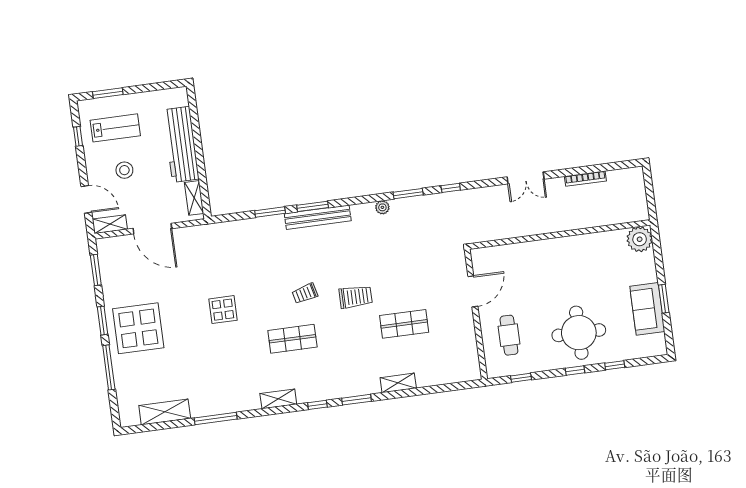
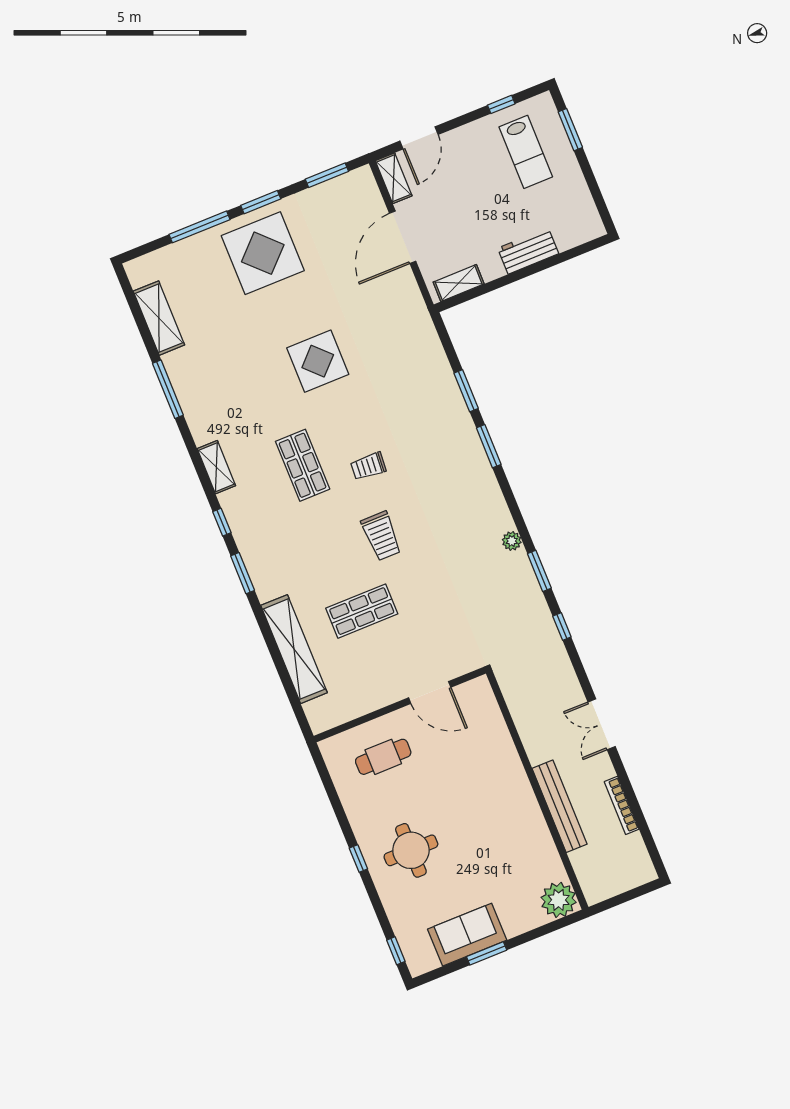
workbench: (181, 144) -> (528, 251), width x0.53, depth x0.76
stool: (124, 170) -> (472, 179), removed
bench: (318, 217) -> (560, 806), moved
trolley: (305, 293) -> (368, 466), turned -72
display table: (223, 310) -> (318, 361), width x1.36, depth x1.36
shop shelf: (404, 324) -> (362, 611), turned 90
round table: (579, 333) -> (411, 850), width x0.73, depth x0.73
window: (615, 365) -> (396, 951), moved
window: (521, 378) -> (330, 788), removed
shelving: (398, 383) -> (294, 649), width x2.20, depth x1.33

